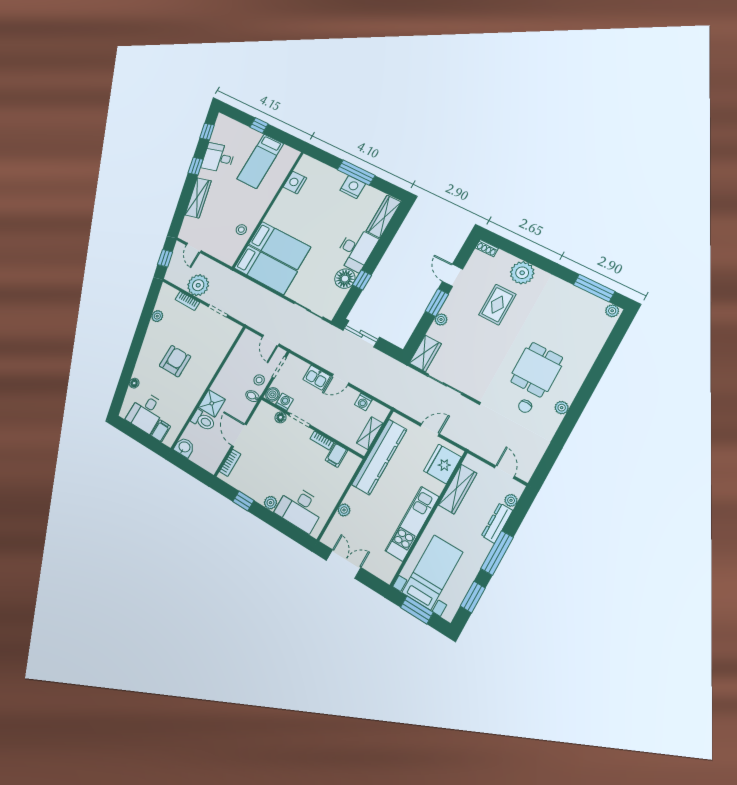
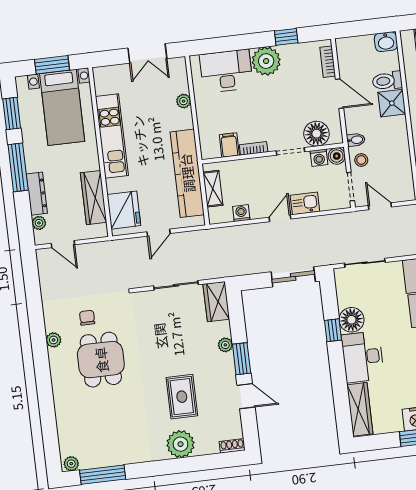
floor lamp: (281, 417) -> (316, 134), width x1.89, depth x1.89
plant: (270, 503) -> (266, 61), width x1.87, depth x1.87

